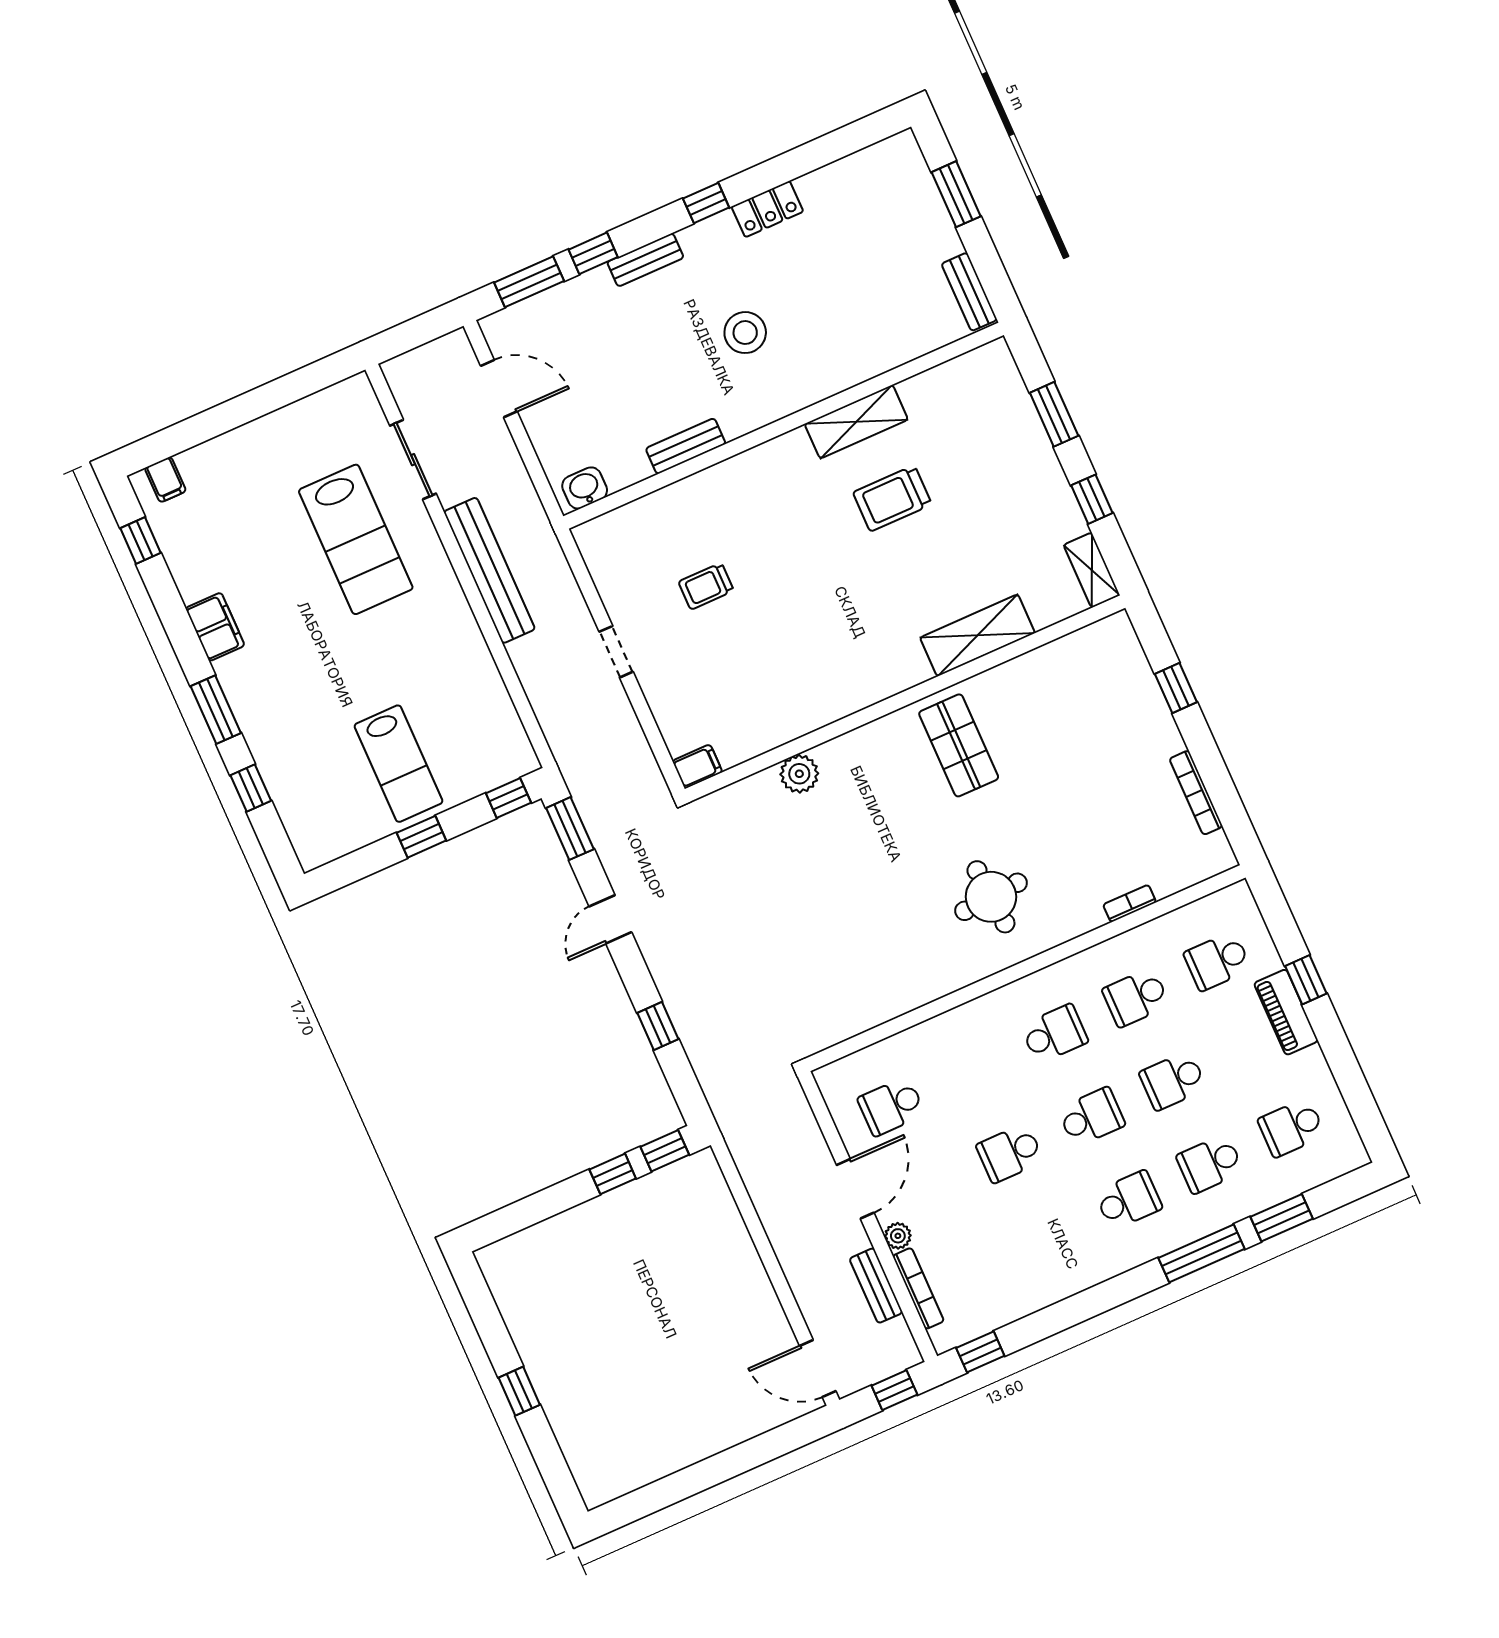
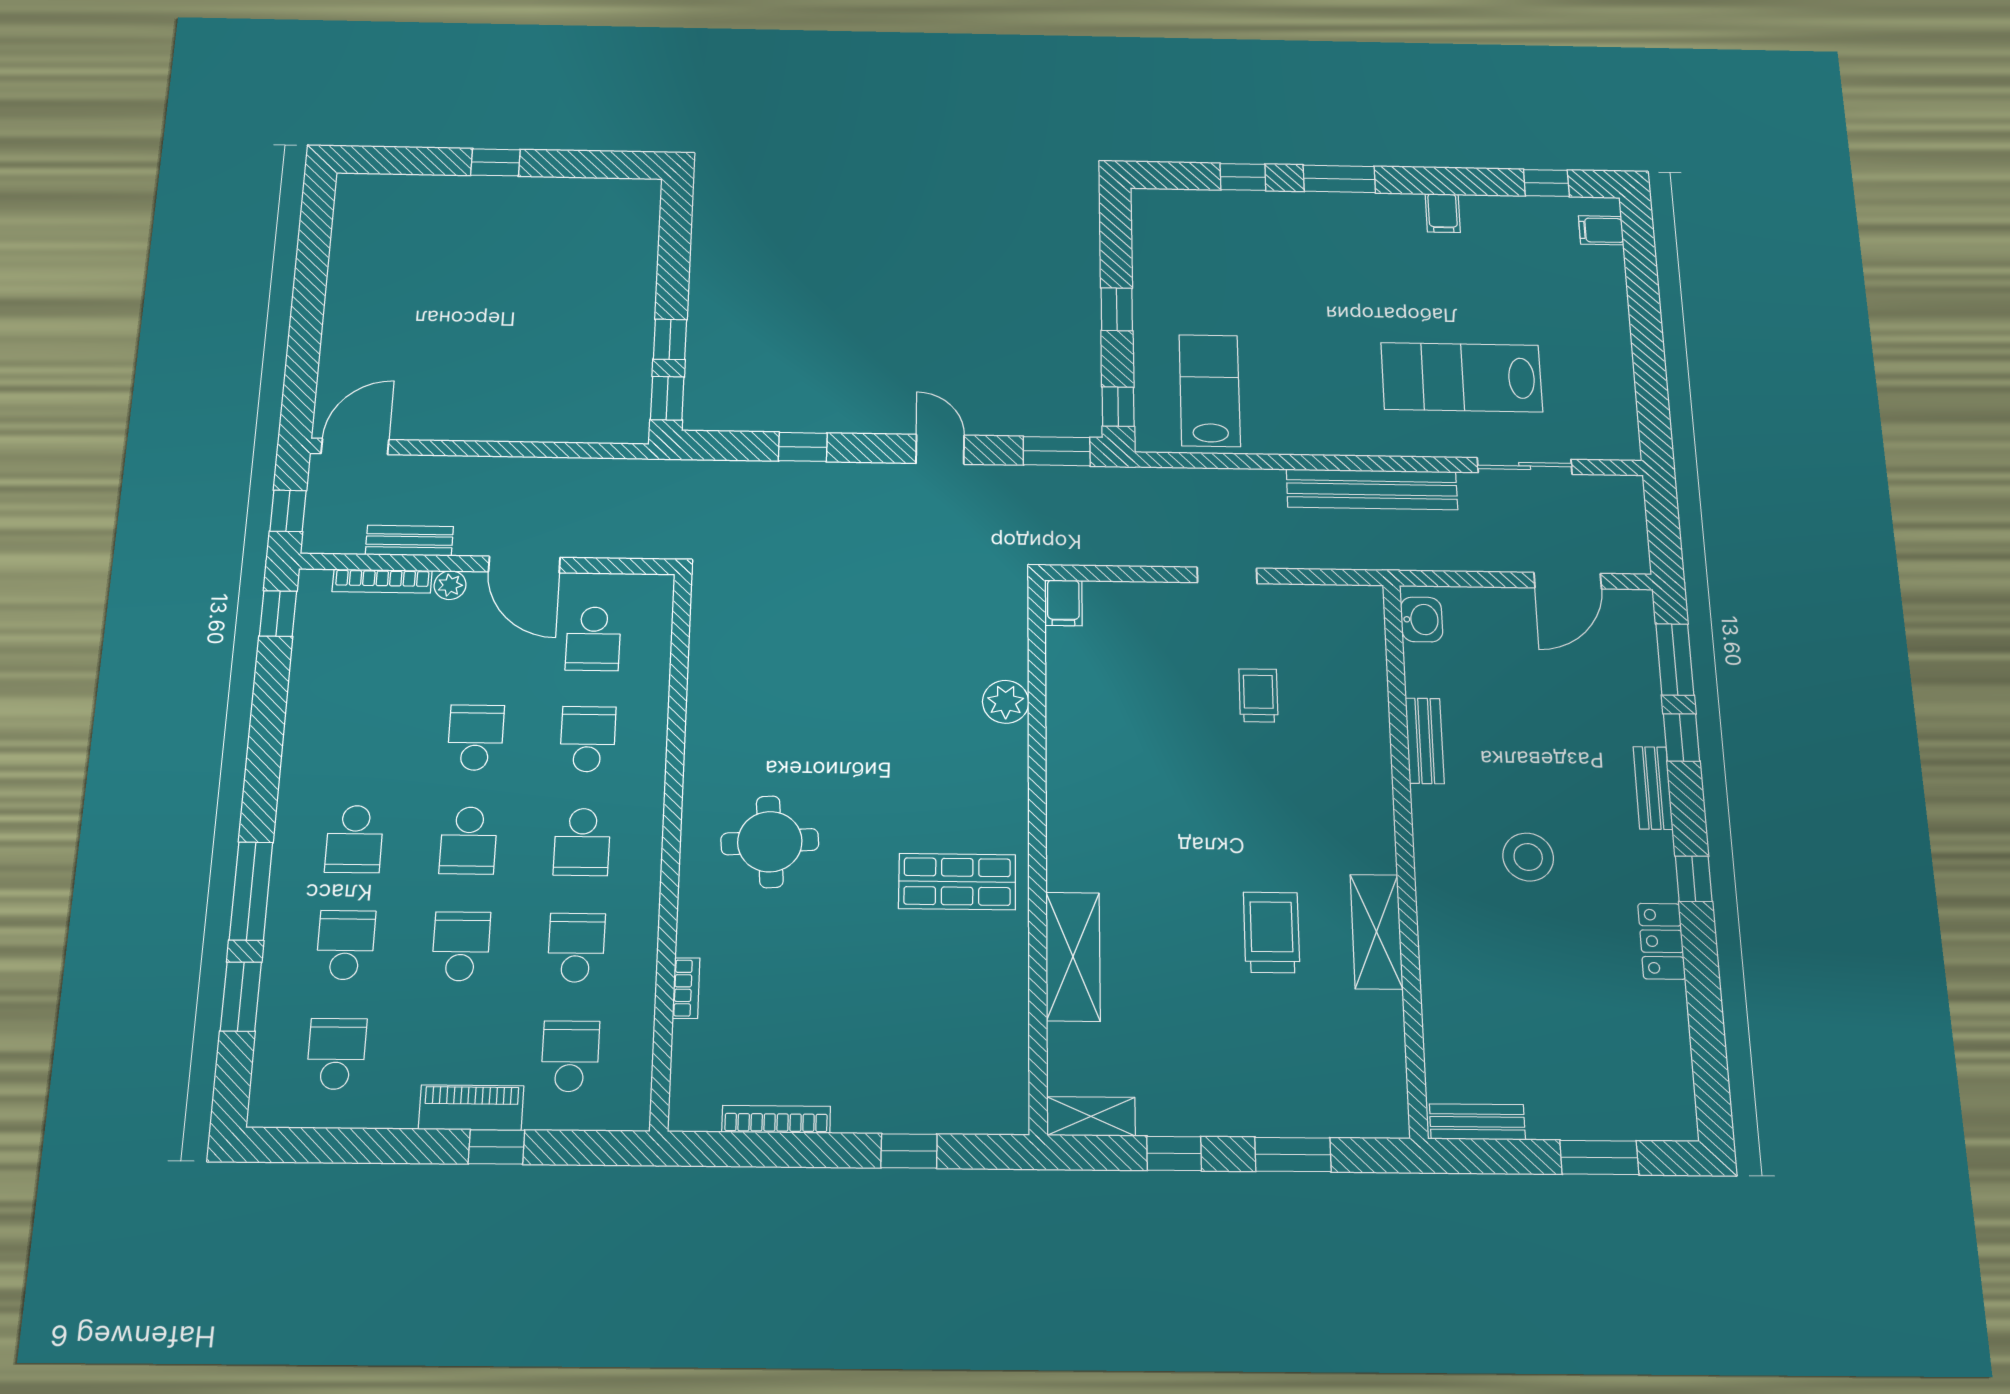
filing cabinet: (215, 627) -> (1443, 213), width x0.50
lab bench: (398, 764) -> (1210, 391), moved, turned 90
school desk: (973, 1070) -> (588, 739), added
school desk: (891, 1106) -> (593, 639), turned 180

